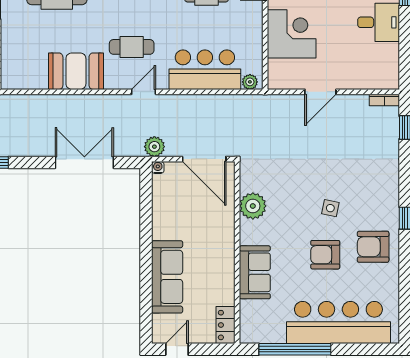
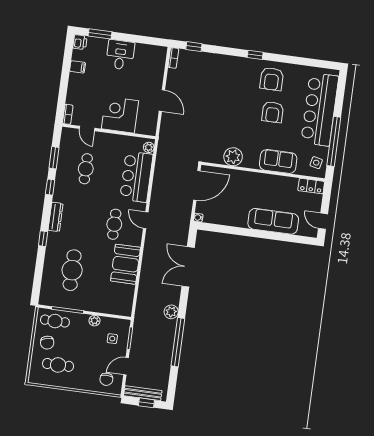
plant: (154, 147) -> (171, 312), moved
side table: (330, 208) -> (316, 163), moved

